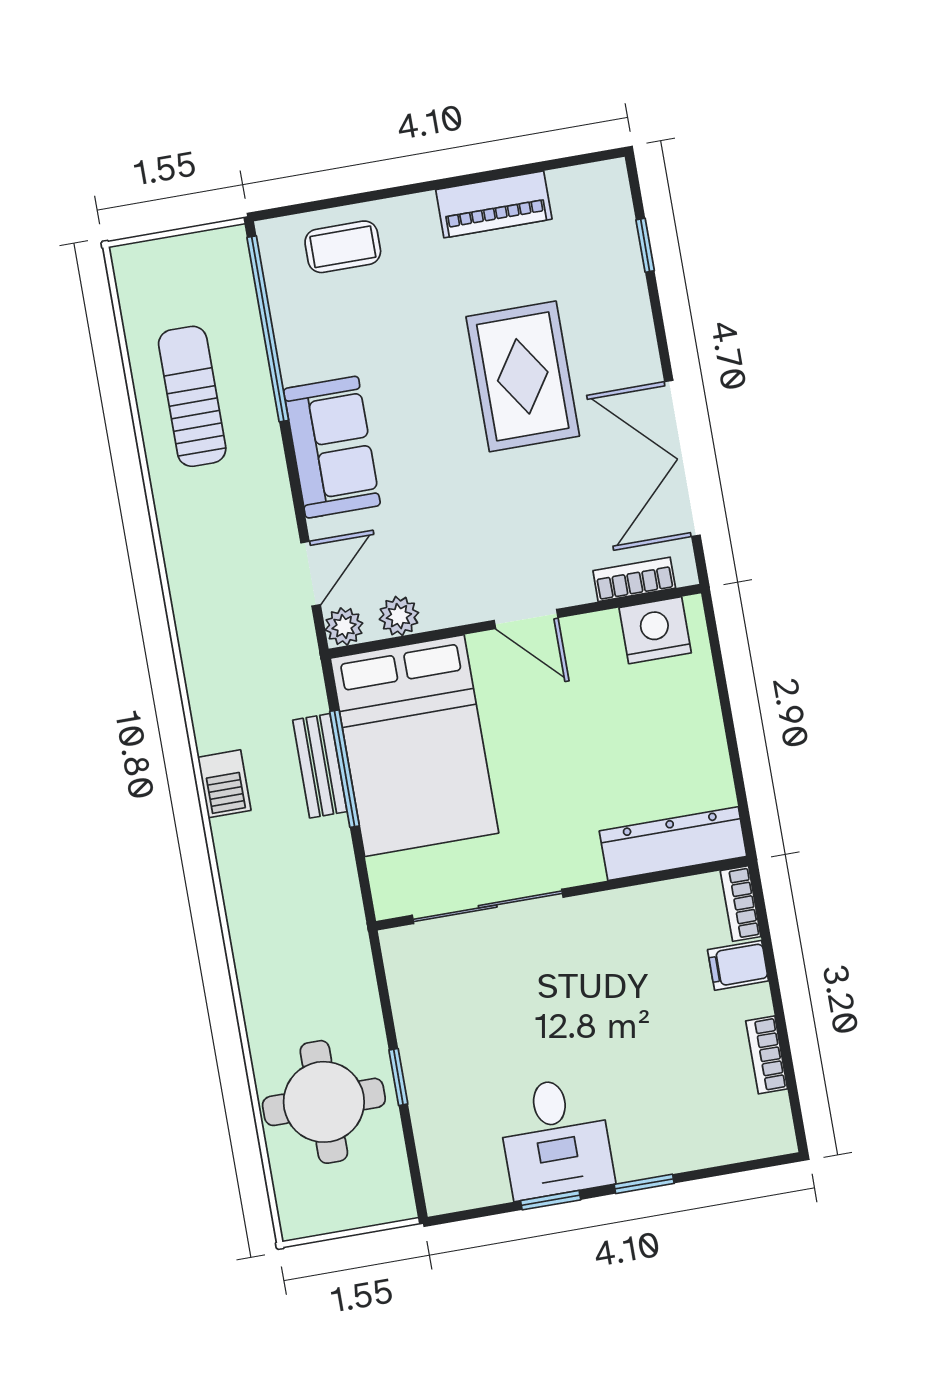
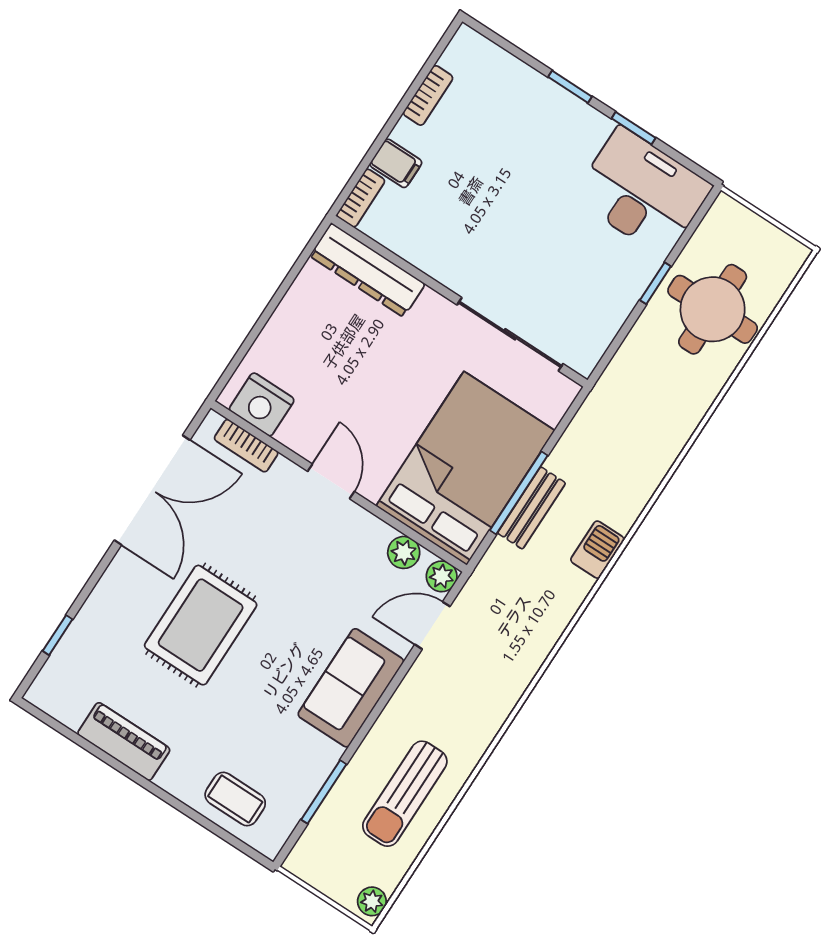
plant: (130, 270) -> (372, 901), added
window: (268, 329) -> (324, 792), width x0.47
desk: (555, 1138) -> (642, 192), moved, width x1.37

